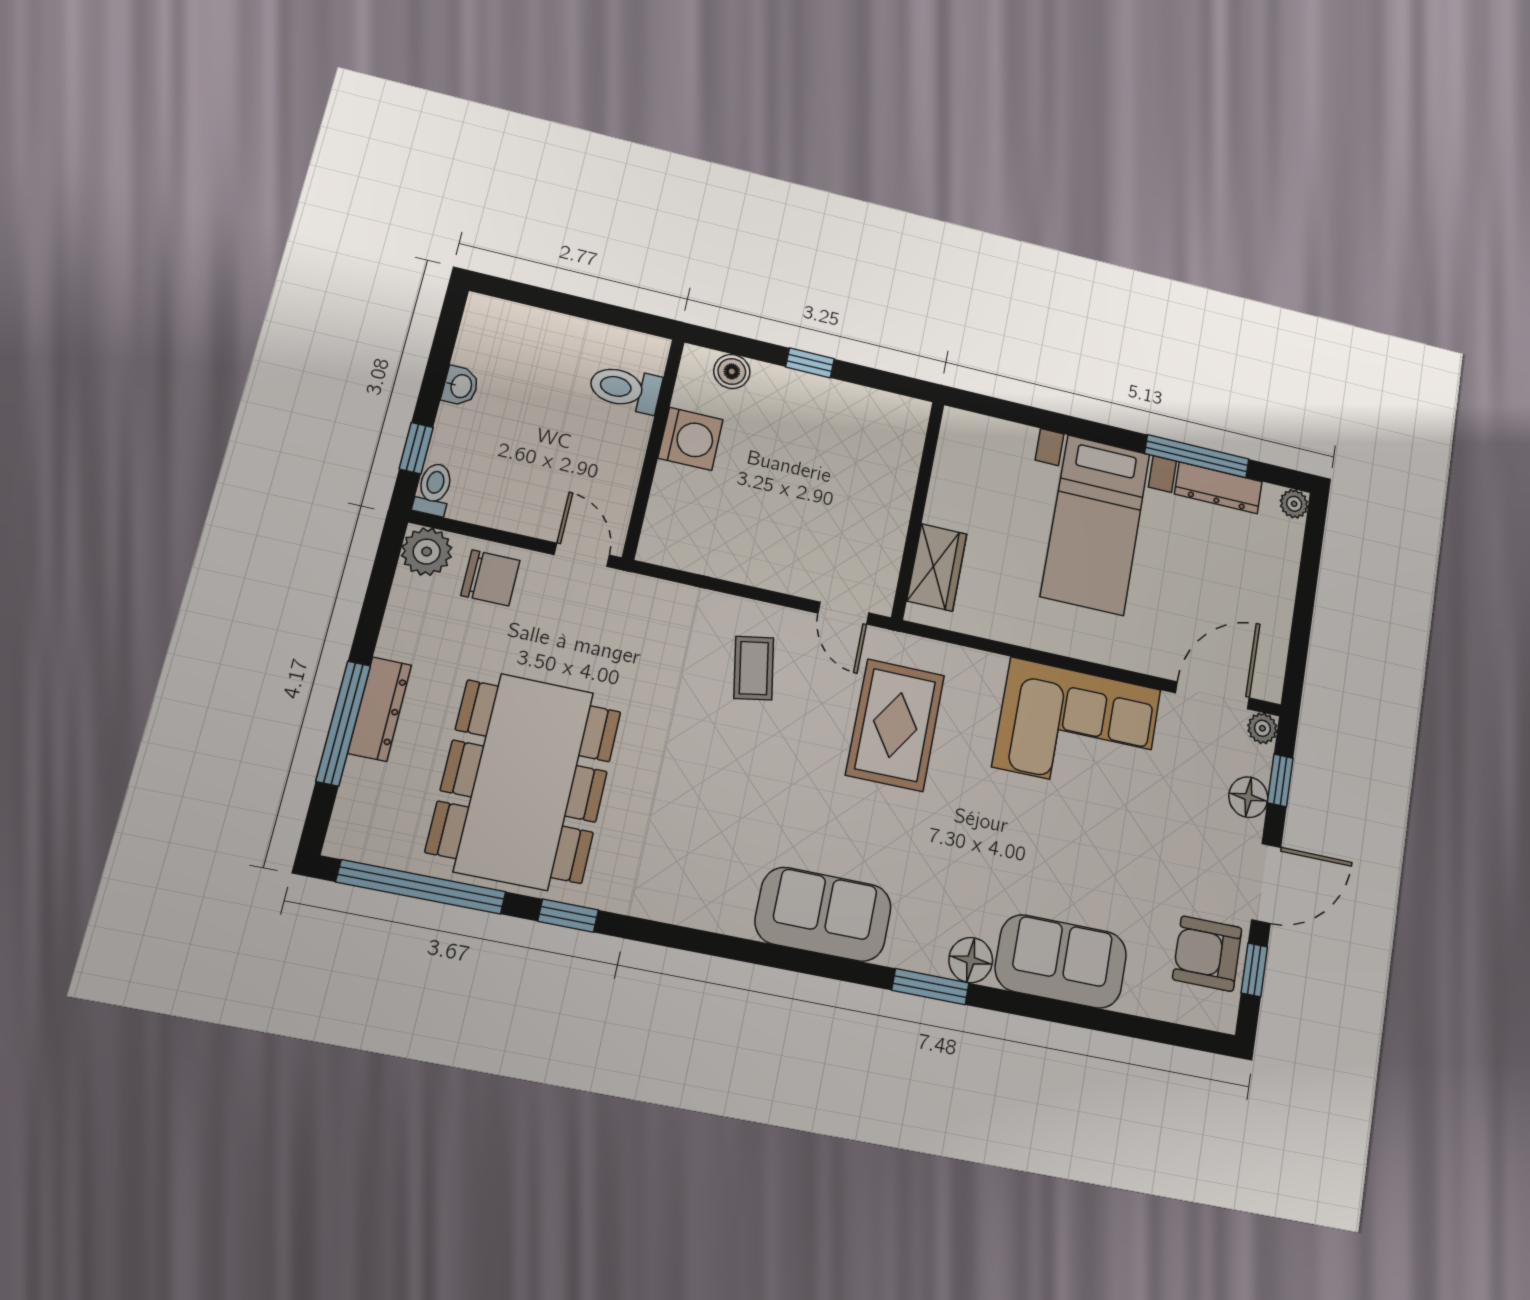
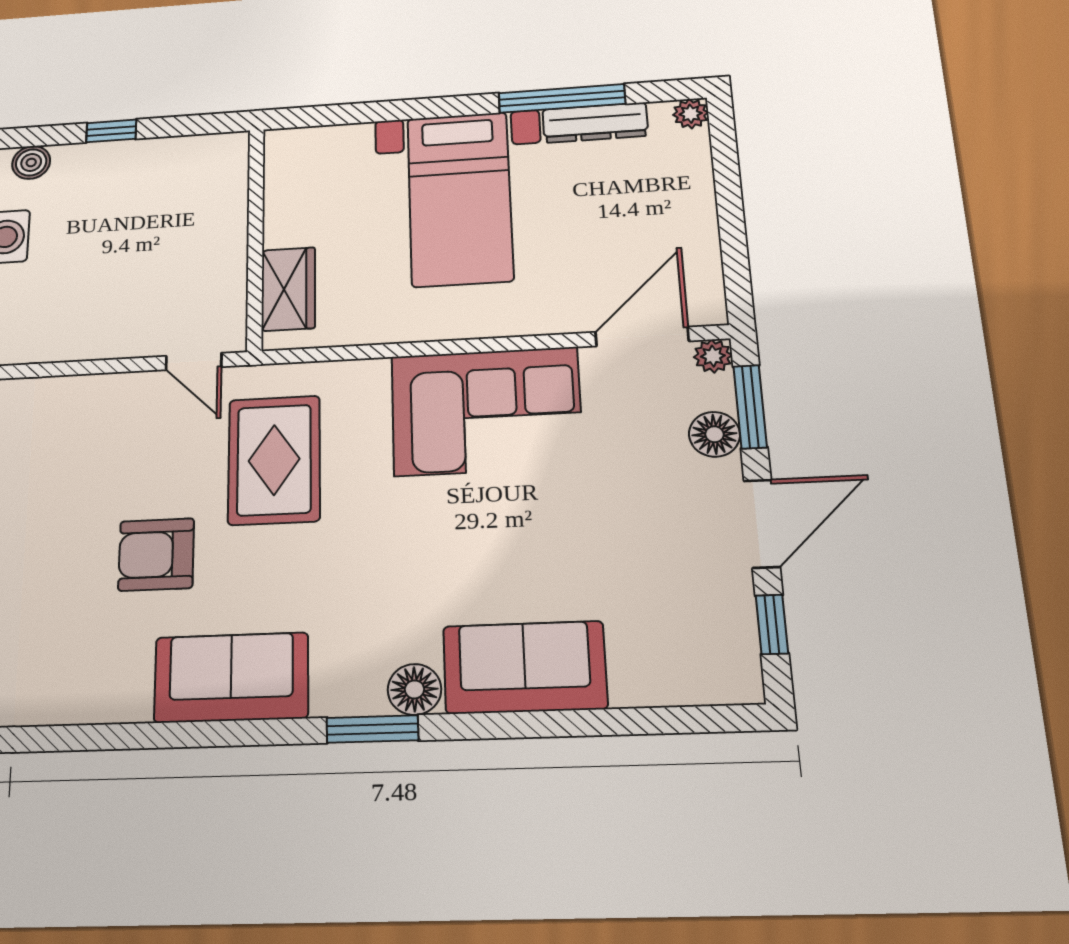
coffee table: (754, 668) -> (106, 441), removed
window: (1280, 780) -> (750, 407), width x1.50
armchair: (1207, 954) -> (156, 554), moved

